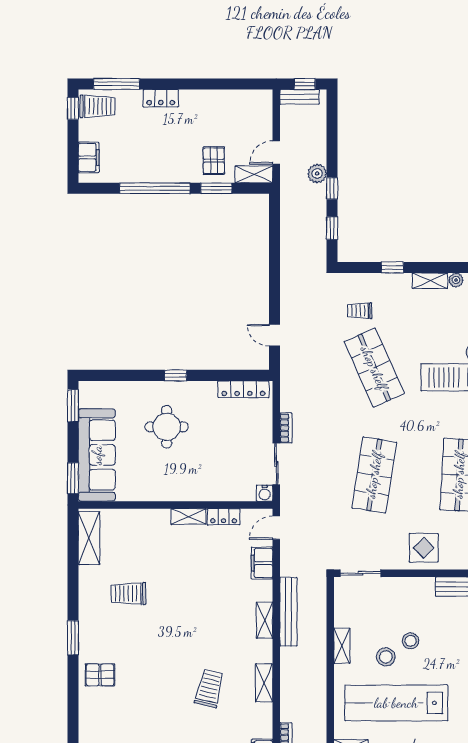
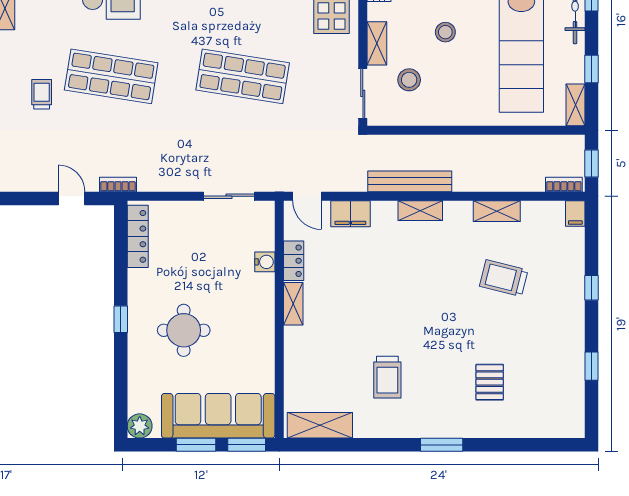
trolley: (360, 311) -> (42, 94), turned 180
door: (274, 335) -> (72, 198), swing flipped
shop shelf: (374, 368) -> (111, 76), turned 33
plant: (88, 391) -> (140, 426), added
window: (73, 406) -> (196, 445), moved
bookcase: (286, 428) -> (118, 184), moved
water cooler: (265, 493) -> (265, 262), moved
shelving: (342, 646) -> (377, 43), moved, turned 90
stool: (386, 657) -> (409, 80), moved
pallet: (100, 675) -> (490, 382), moved

